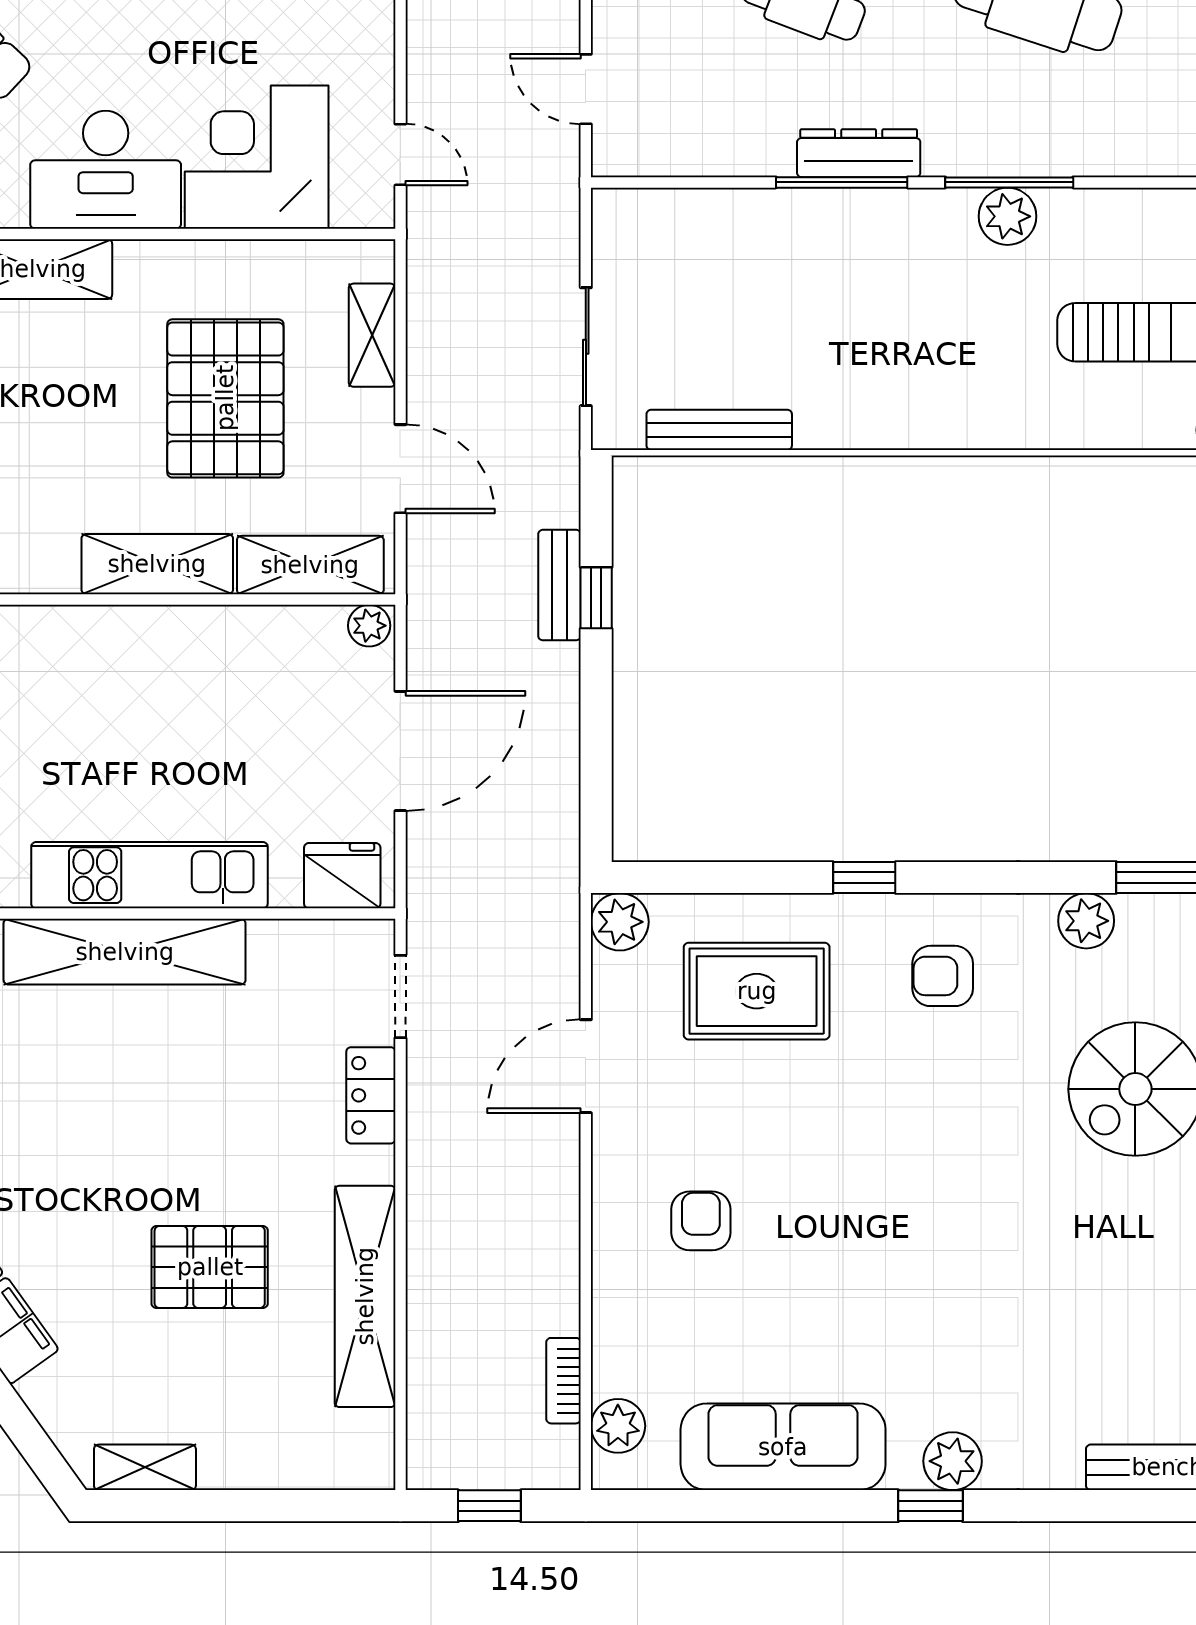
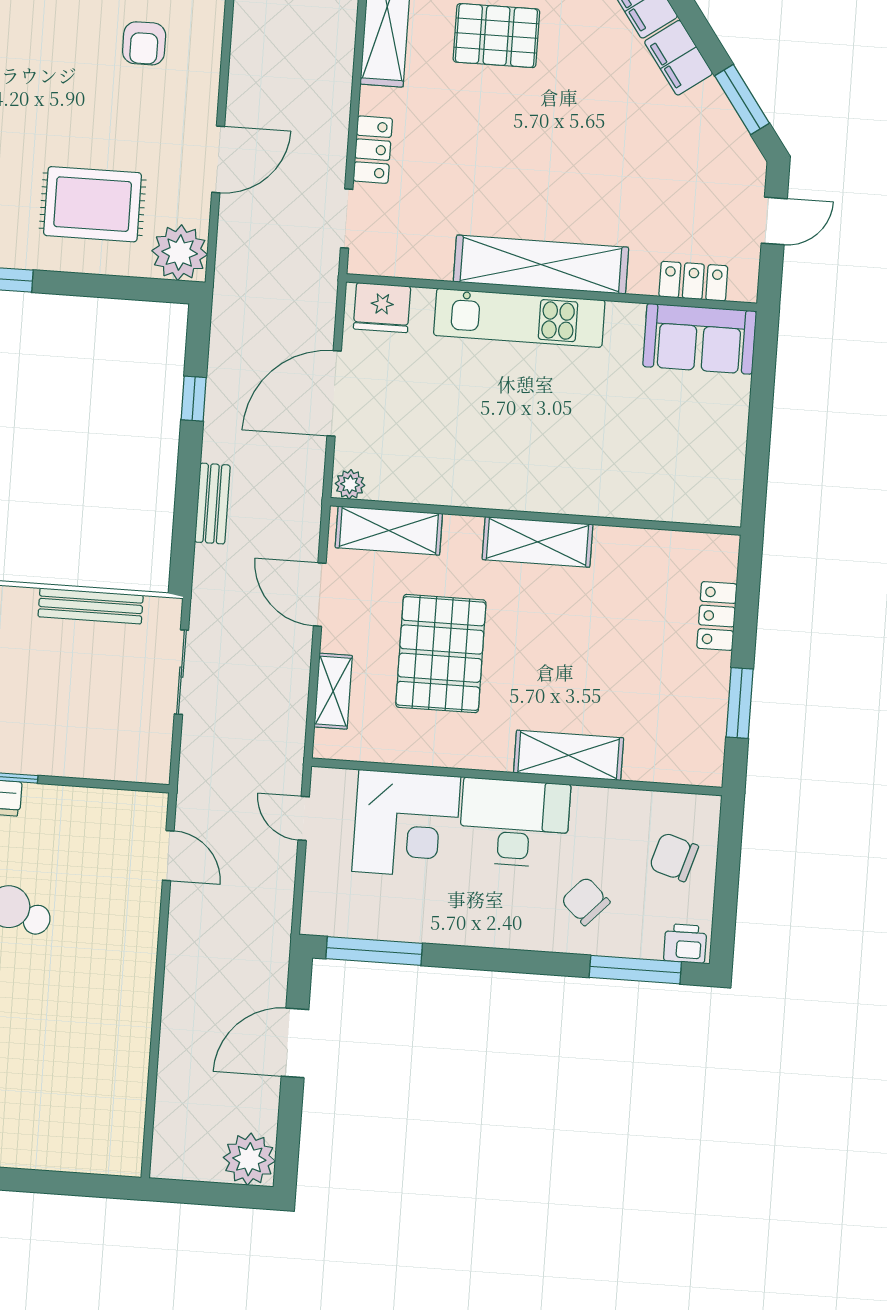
shelving: (157, 564) -> (538, 542), moved
window: (596, 598) -> (194, 399), moved
plant: (620, 922) -> (180, 253), width x1.36, depth x1.36

